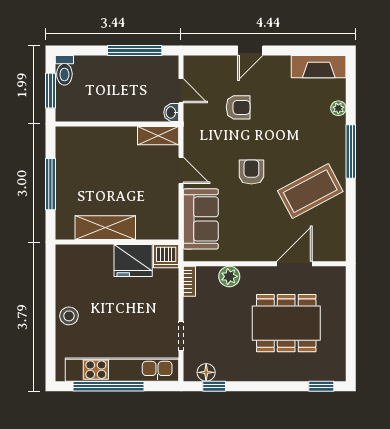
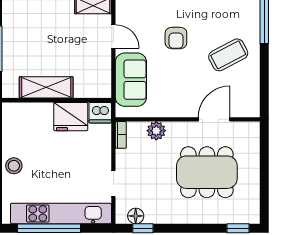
armchair: (251, 172) -> (176, 38), turned 180
coffee table: (310, 191) -> (228, 55), width x0.73, depth x0.76

